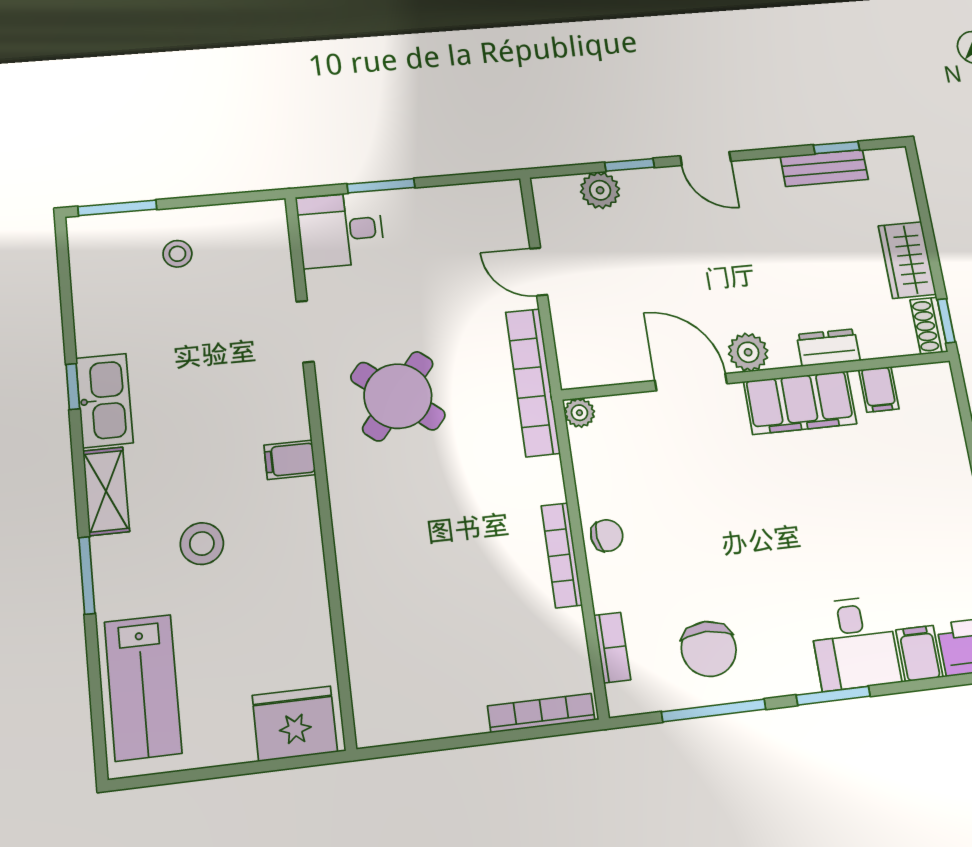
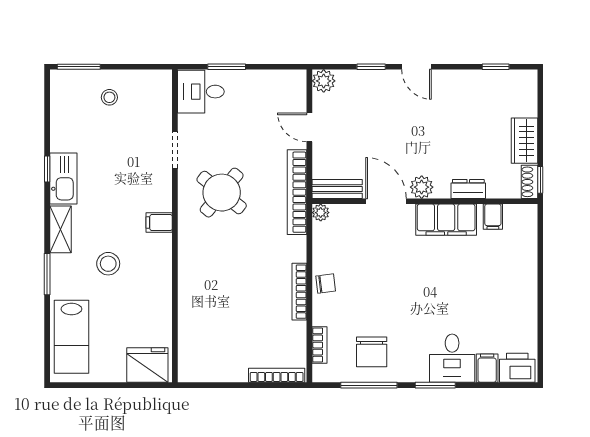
bench: (824, 168) -> (337, 189), moved
plant: (600, 190) -> (324, 81), moved

